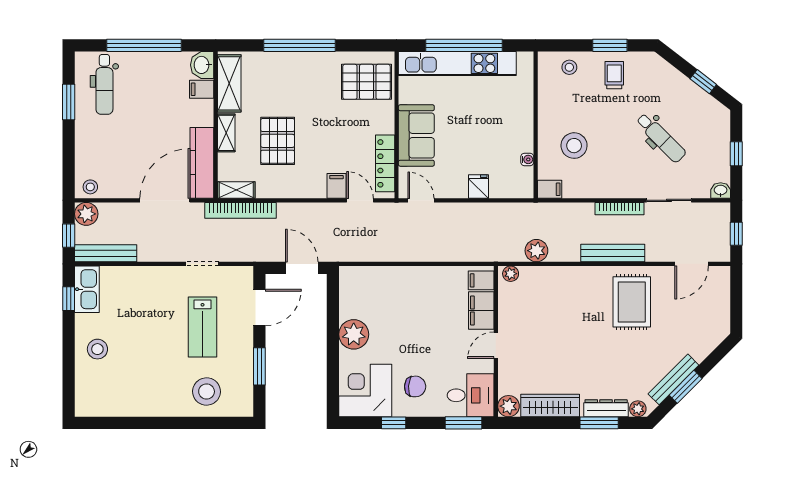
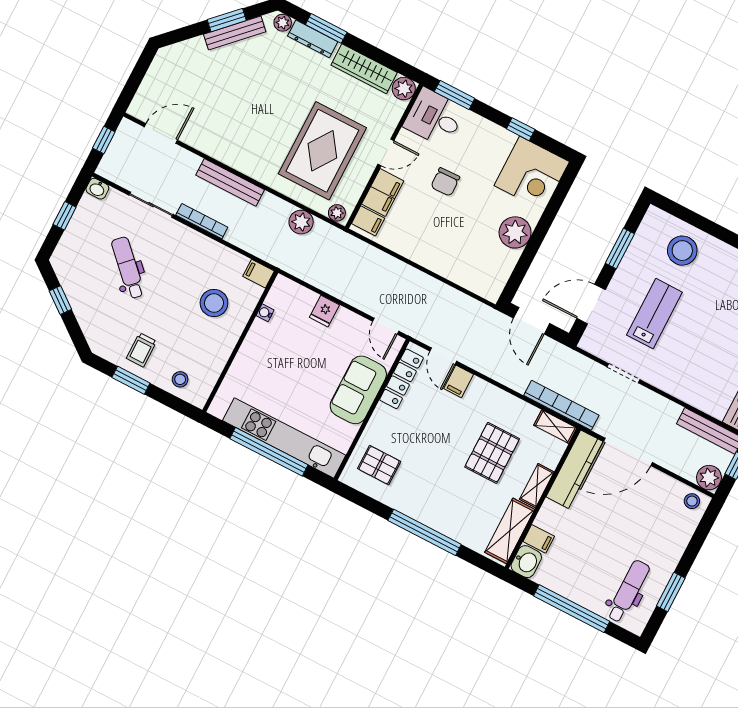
pallet: (366, 82) -> (379, 465), width x0.67, depth x0.71
rug: (632, 302) -> (322, 151), moved, width x1.37, depth x1.44
chair: (415, 386) -> (445, 182), moved, turned -95

